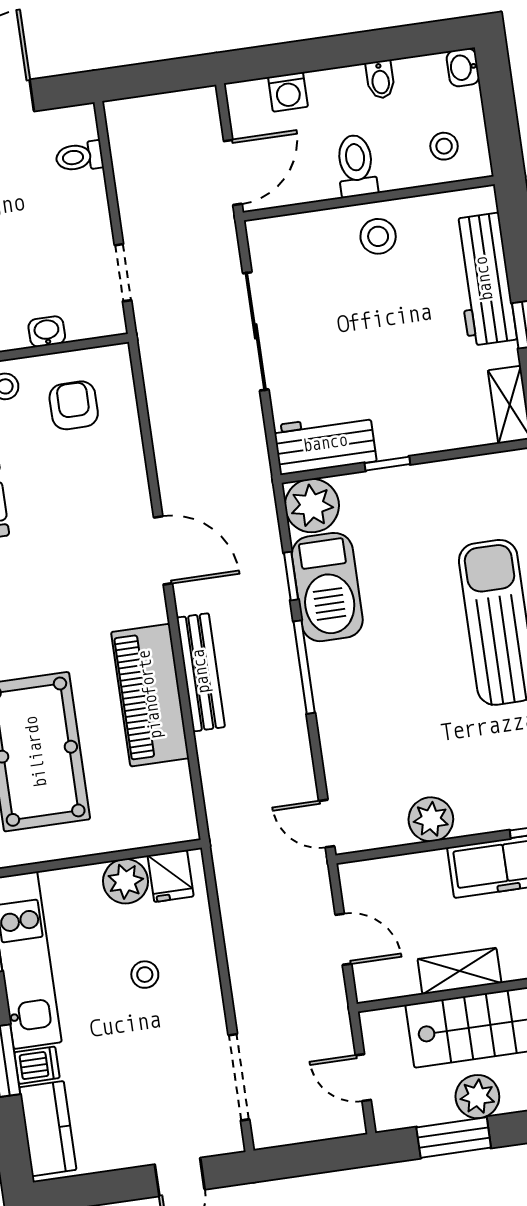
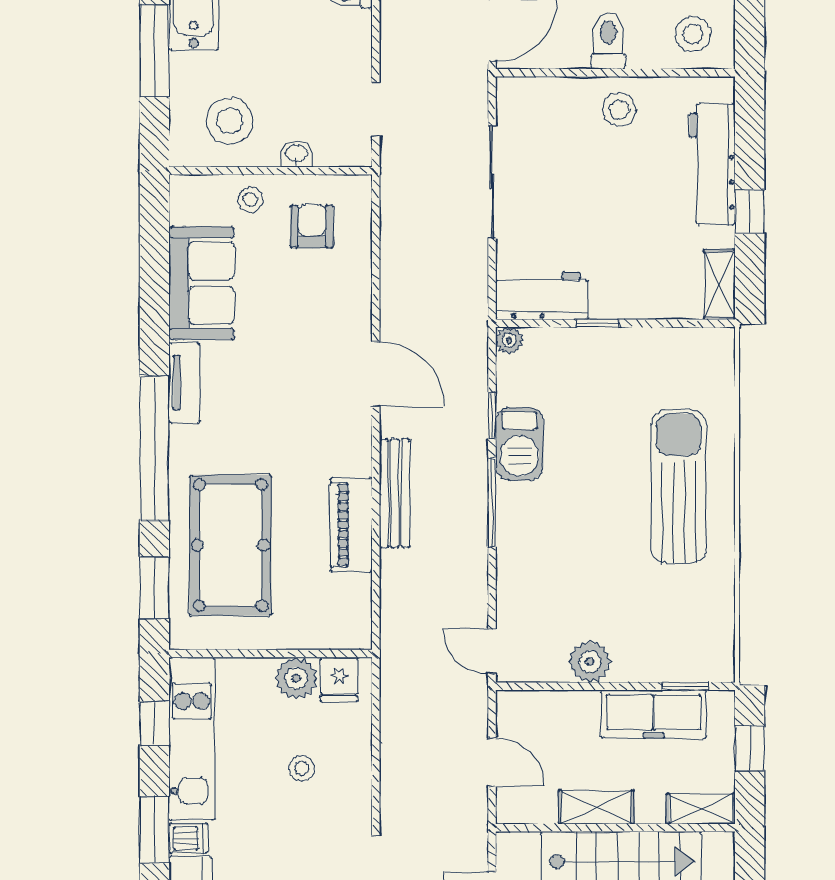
stool: (444, 146) -> (693, 34), width x1.37, depth x1.37
plant: (312, 506) -> (509, 340), width x0.53, depth x0.53
barbecue: (327, 587) -> (519, 444), width x0.73, depth x0.83
piano: (150, 695) -> (351, 525), width x0.73, depth x0.75

